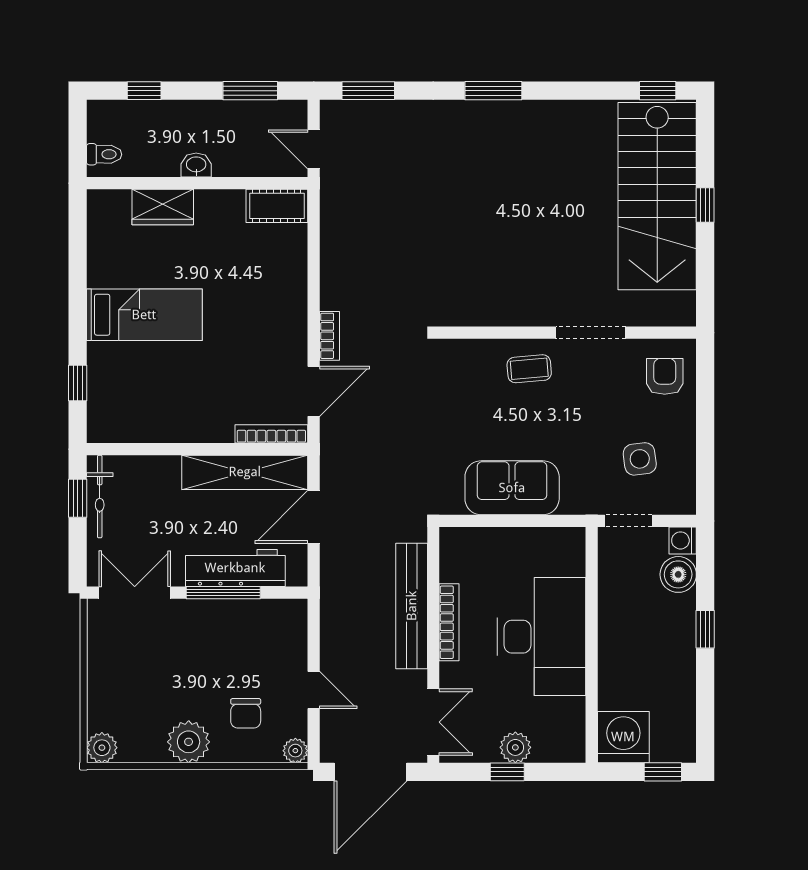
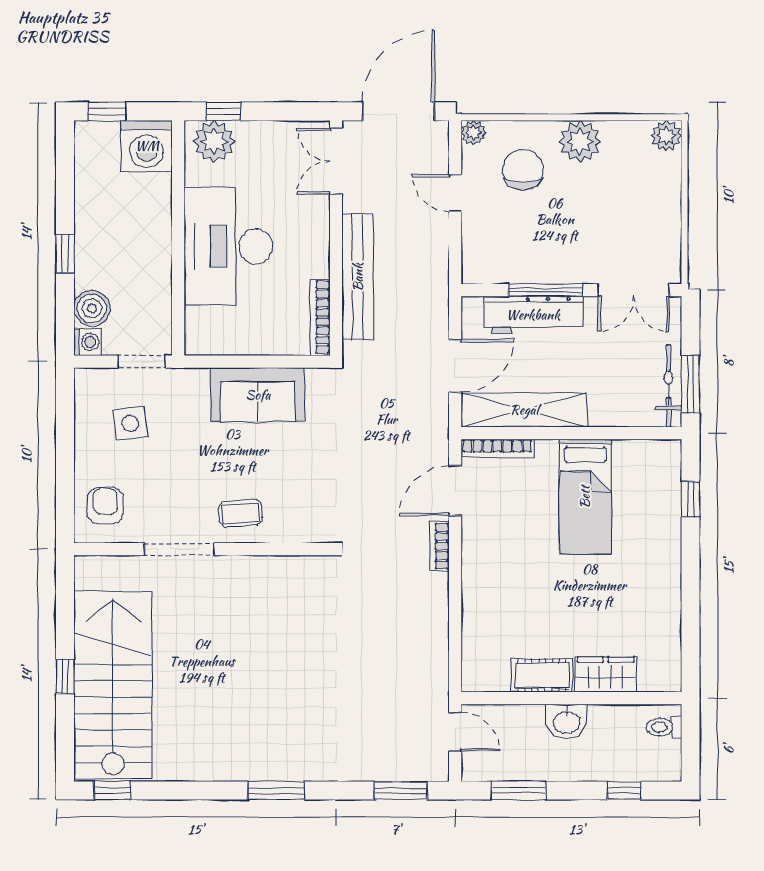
washbasin: (196, 165) -> (567, 722), width x1.38, depth x1.45
cot: (277, 206) -> (542, 675), moved
bed: (144, 315) -> (585, 497), moved, turned -90
armchair: (665, 376) -> (105, 506), turned 180
window: (78, 498) -> (690, 384), width x1.50
bookcase: (449, 622) -> (320, 317), moved
chair: (246, 713) -> (523, 170), width x1.37, depth x1.37
plant: (515, 747) -> (214, 141), moved, width x1.36, depth x1.36
window: (507, 772) -> (223, 111), moved

